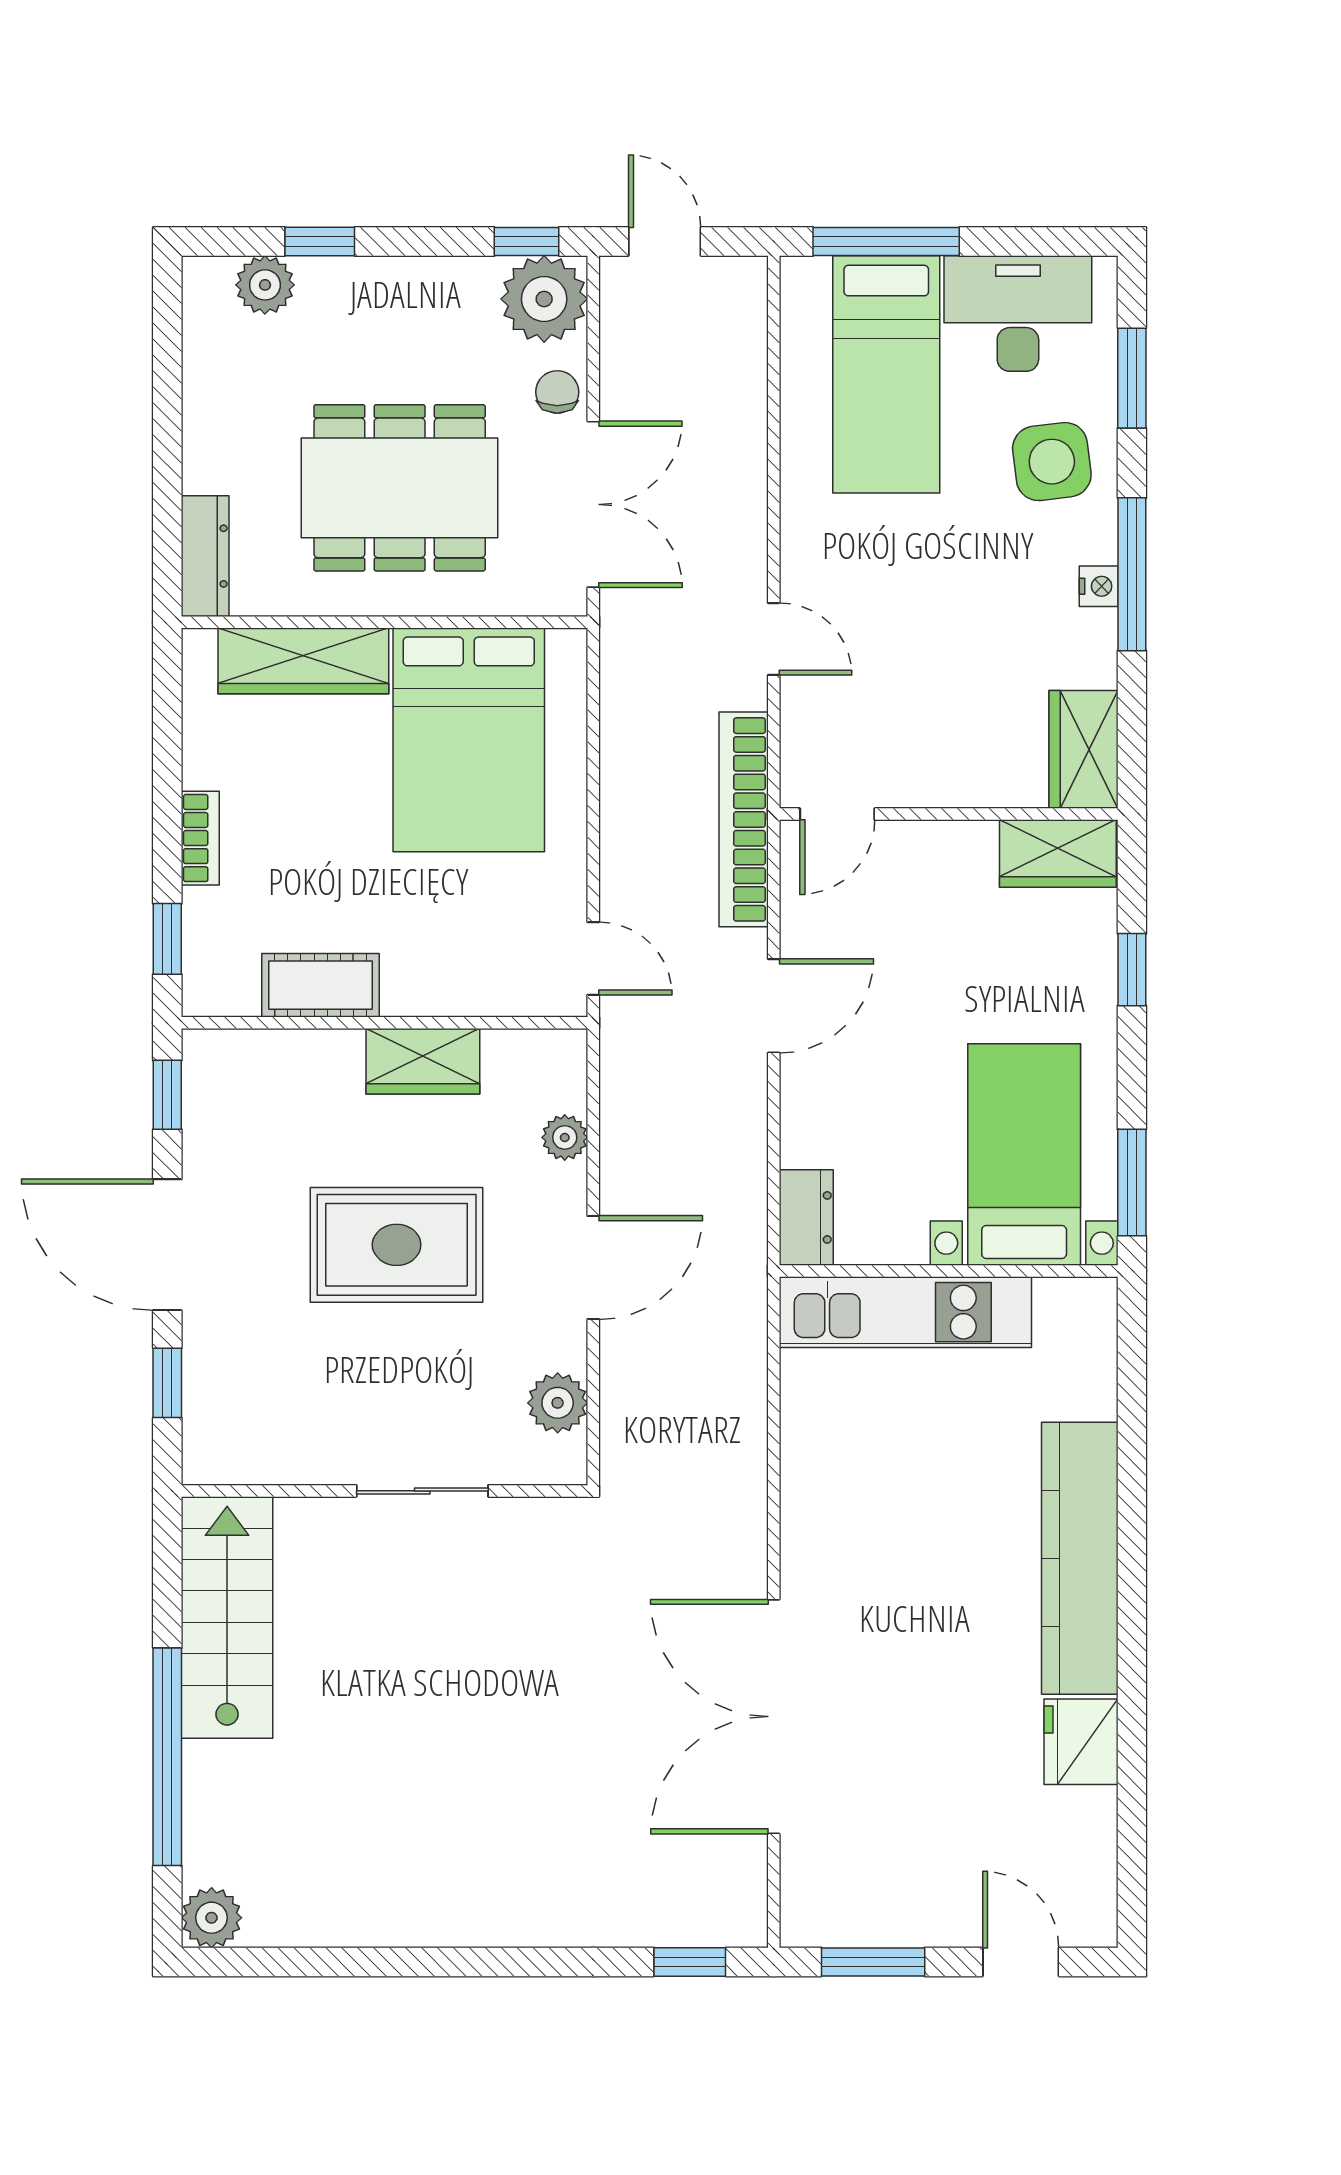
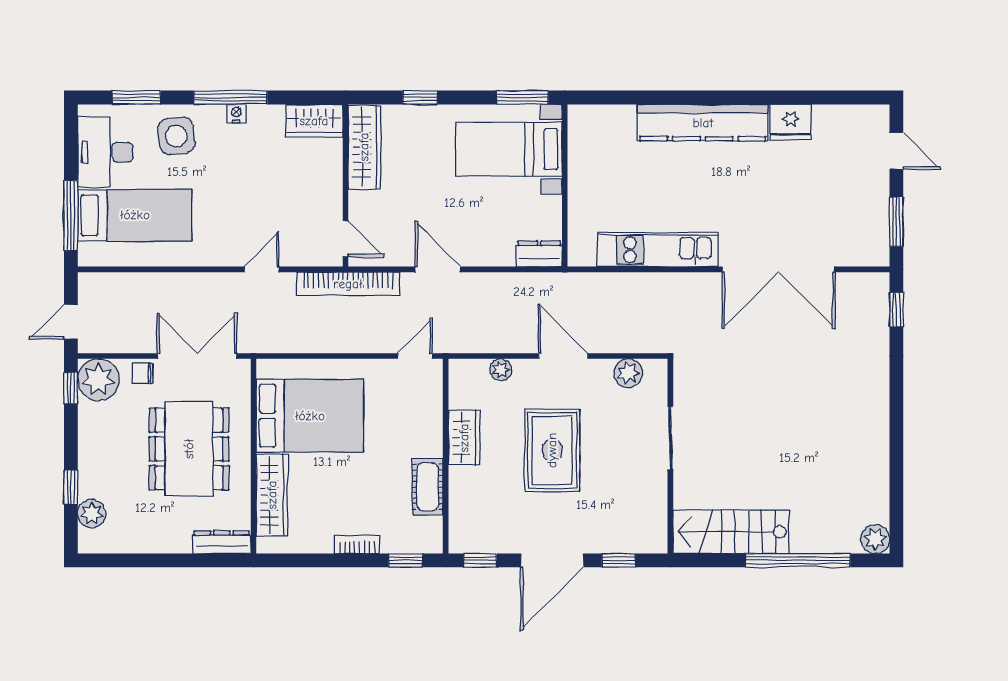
wardrobe: (1058, 854) -> (364, 147), width x1.50
kitchen unit: (905, 1312) -> (658, 250), moved, turned -90
door: (1021, 1962) -> (896, 151), swing flipped

